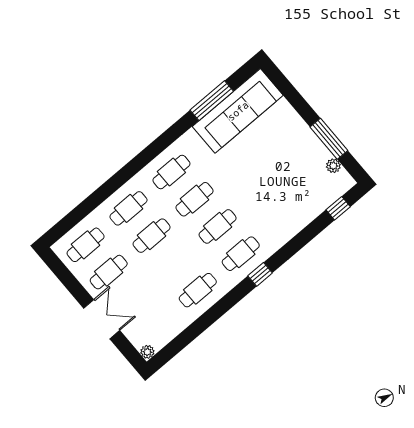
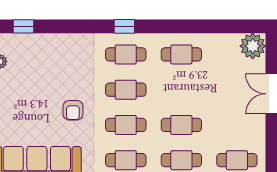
armchair: (245, 176) -> (73, 110), added
cafe table: (109, 272) -> (237, 125), removed
plant: (147, 352) -> (253, 46), width x1.87, depth x1.87

